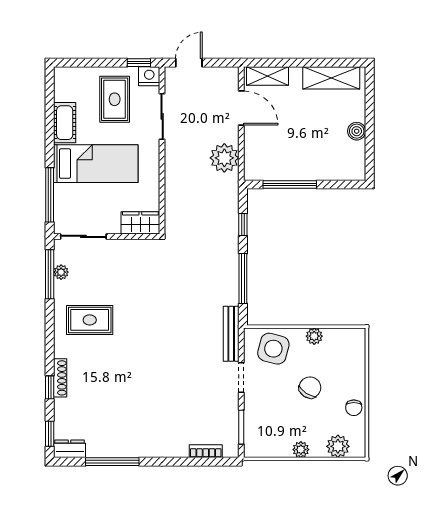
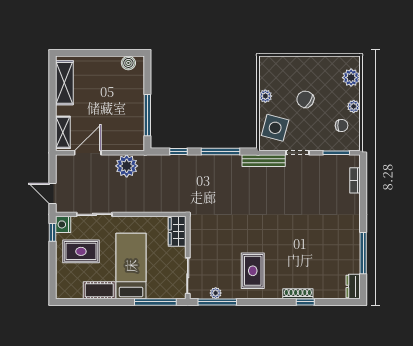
boiler: (357, 131) -> (128, 63), moved
chair: (354, 408) -> (342, 126), moved
window: (50, 434) -> (341, 302), removed

